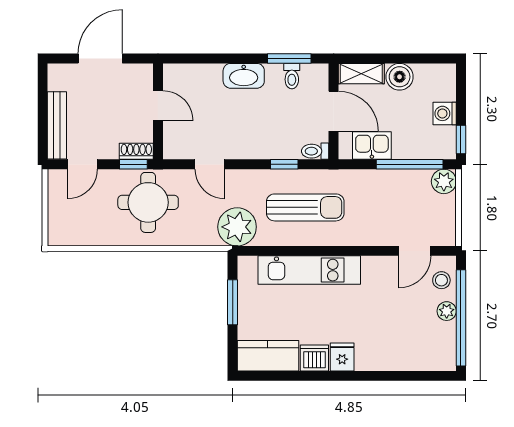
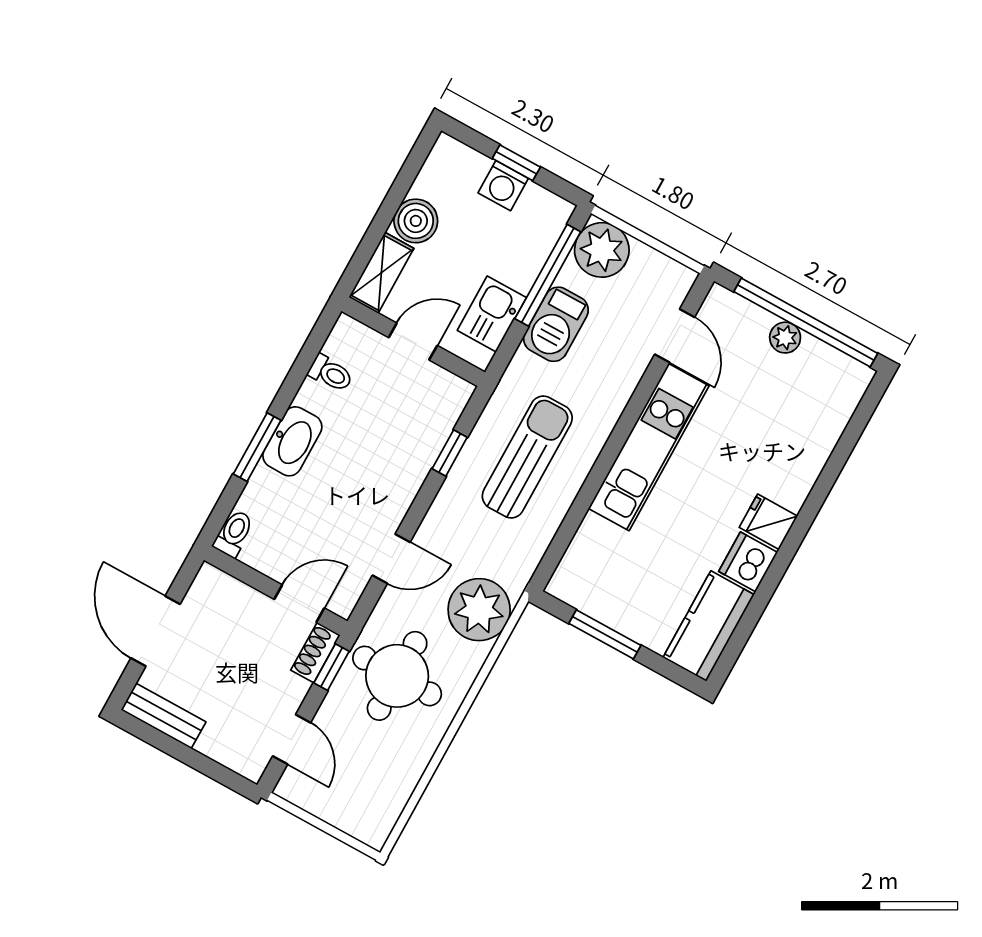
window: (289, 59) -> (257, 447), moved
door: (158, 106) -> (299, 604), moved
door: (334, 111) -> (413, 342), width x0.73
bench: (57, 125) -> (163, 716), moved, width x0.73
window: (461, 140) -> (516, 163), moved
toilet: (315, 151) -> (234, 533), moved, turned 180
plant: (444, 181) -> (602, 250), width x1.36, depth x1.36
barbecue: (386, 183) -> (556, 324), added
plant: (237, 227) -> (479, 610), moved
kitchen unit: (309, 270) -> (649, 447), moved
stool: (441, 280) -> (737, 321), removed

